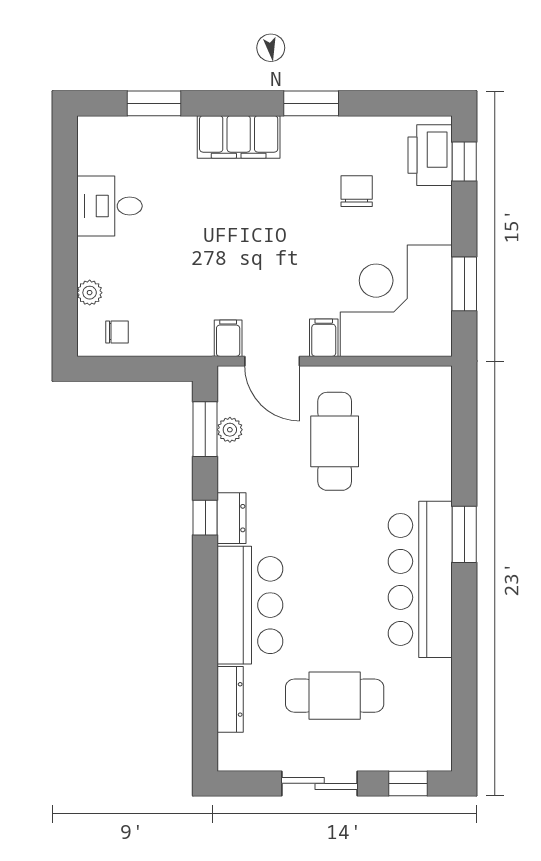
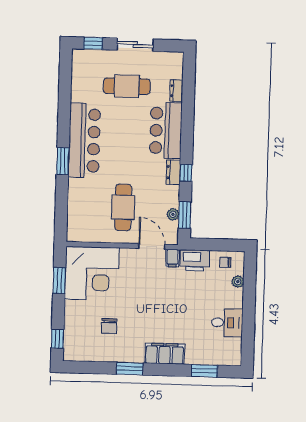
printer: (430, 155) -> (195, 260), moved, turned 90
filing cabinet: (324, 338) -> (127, 257), removed
dresser: (230, 699) -> (176, 91), width x0.70

